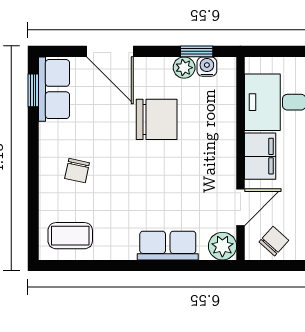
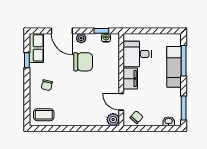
plant: (184, 68) -> (81, 38), moved
window: (33, 90) -> (27, 60), moved
door: (241, 207) -> (121, 102), swing flipped
row of seats: (168, 246) -> (88, 119), removed

